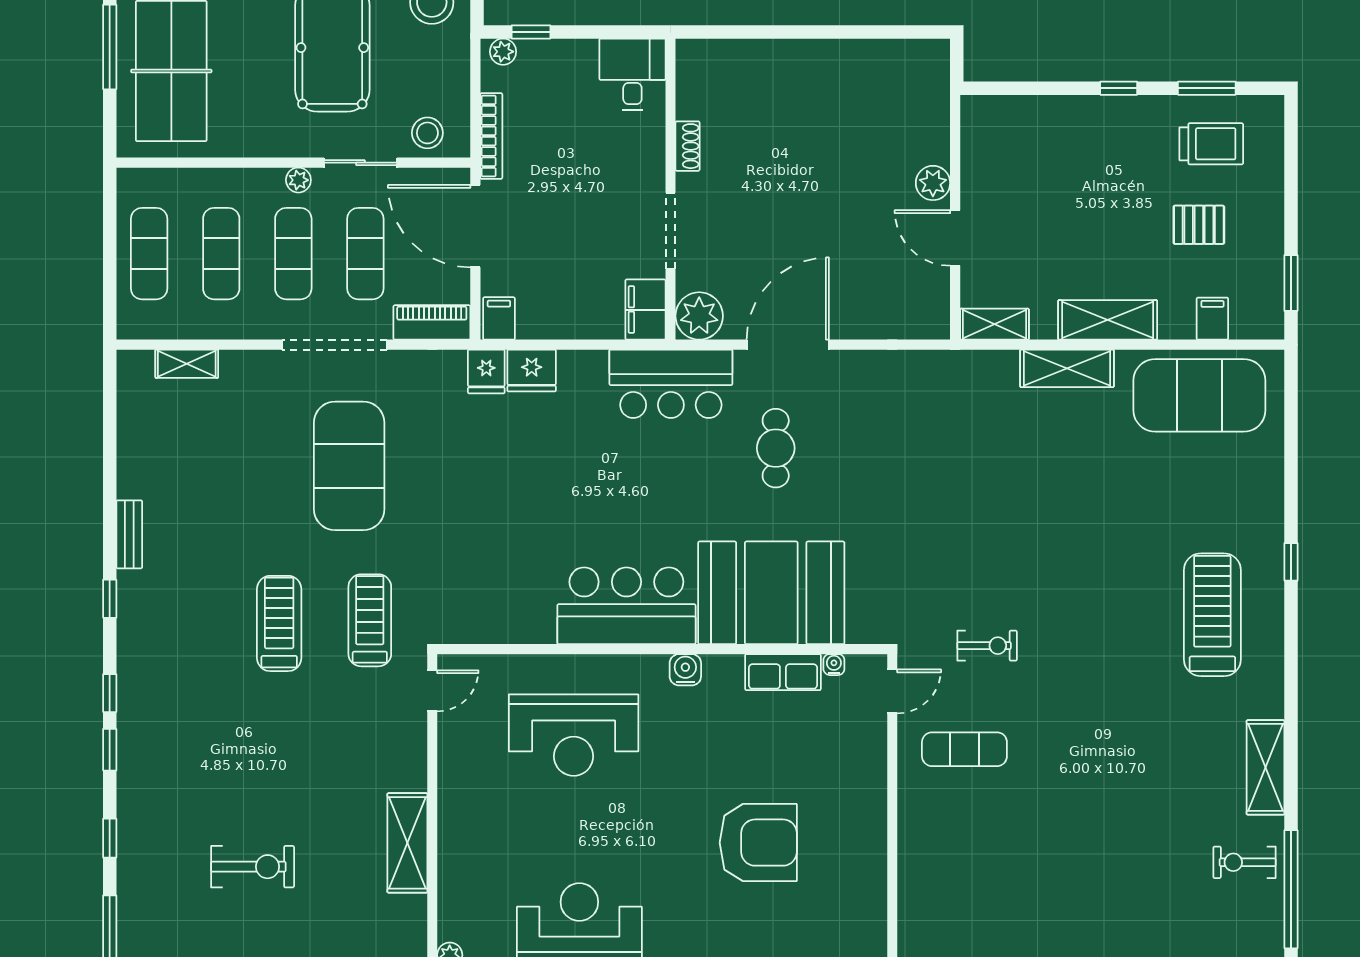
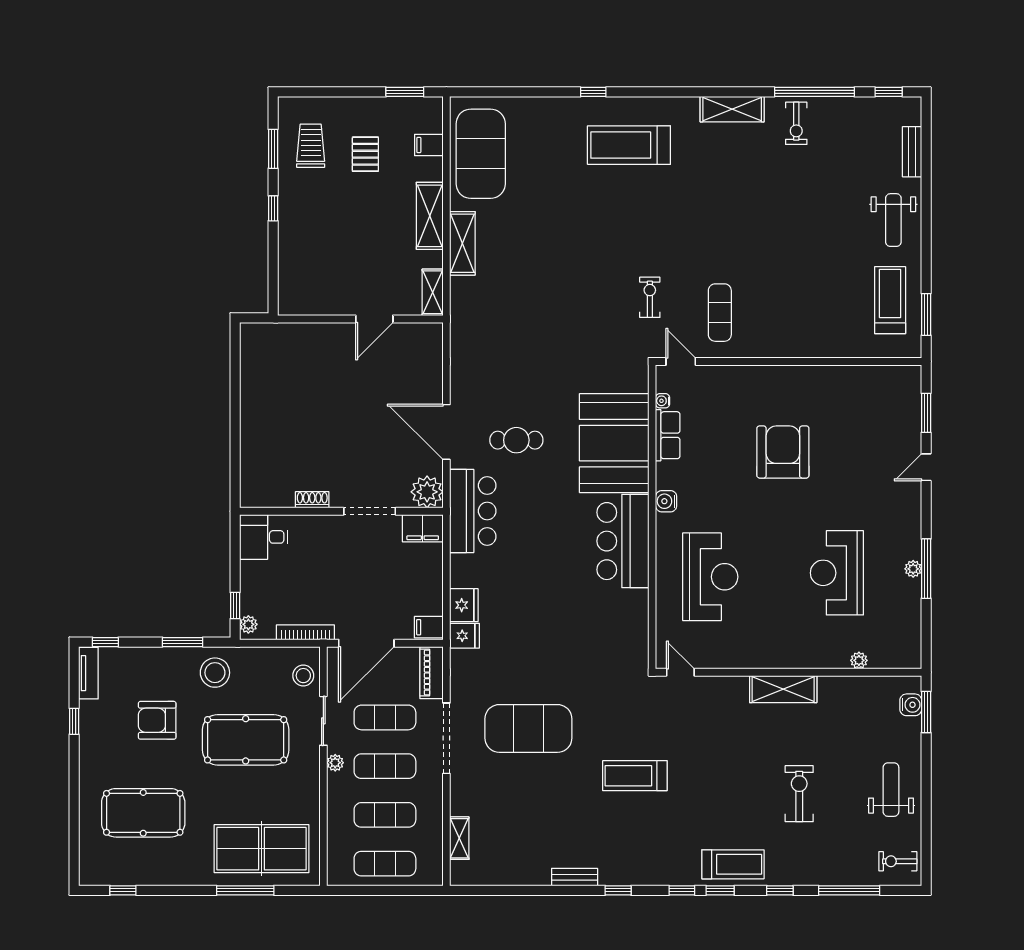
plant: (933, 183) -> (337, 334), removed
treadmill: (370, 620) -> (733, 864), moved, turned 180

